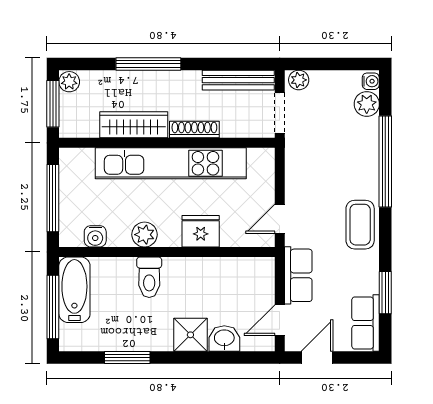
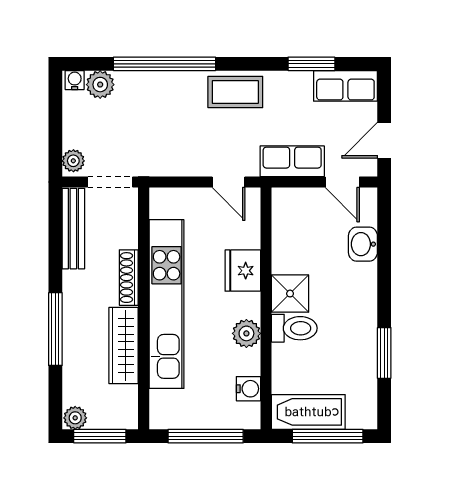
shower: (190, 335) -> (290, 294), moved
door: (317, 358) -> (384, 140), hinge flipped

